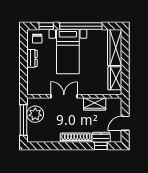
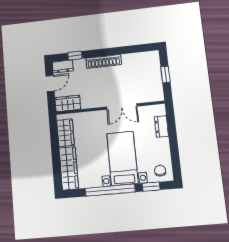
dresser: (32, 58) -> (161, 126), moved
wardrobe: (95, 104) -> (68, 103), moved
plant: (35, 114) -> (153, 83), removed
window: (23, 120) -> (165, 75), width x0.46
dresser: (101, 137) -> (63, 66), moved

